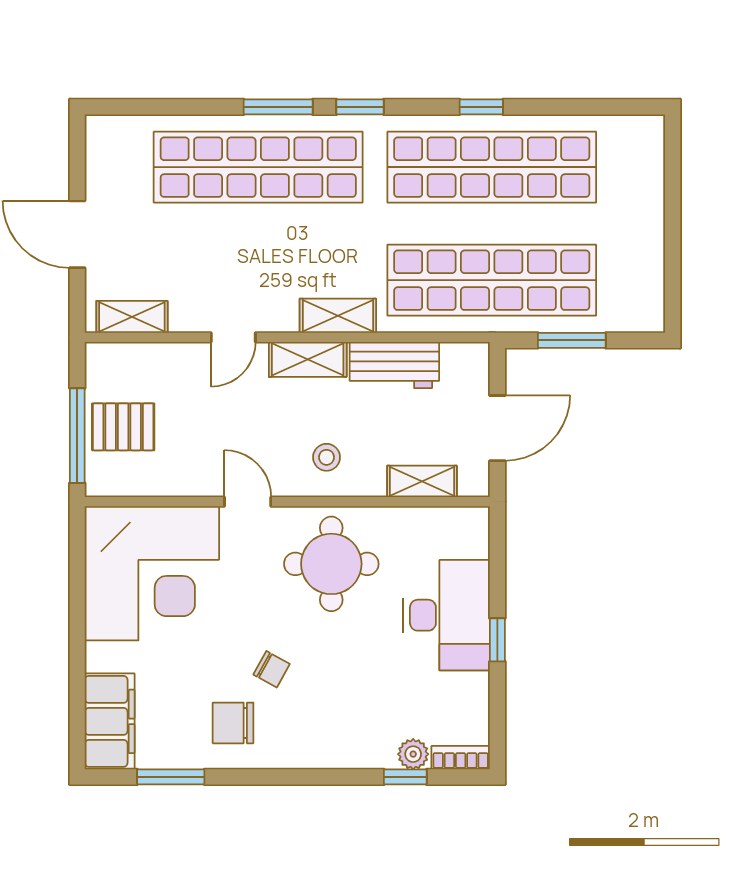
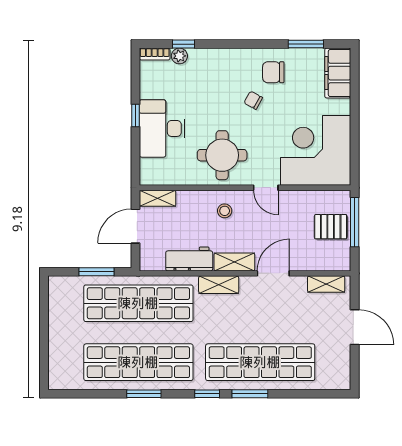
window: (481, 107) -> (144, 394), width x1.50
door: (233, 337) -> (273, 273), width x1.38
shelving: (422, 481) -> (158, 198), moved
chair: (233, 723) -> (273, 72), turned 180

